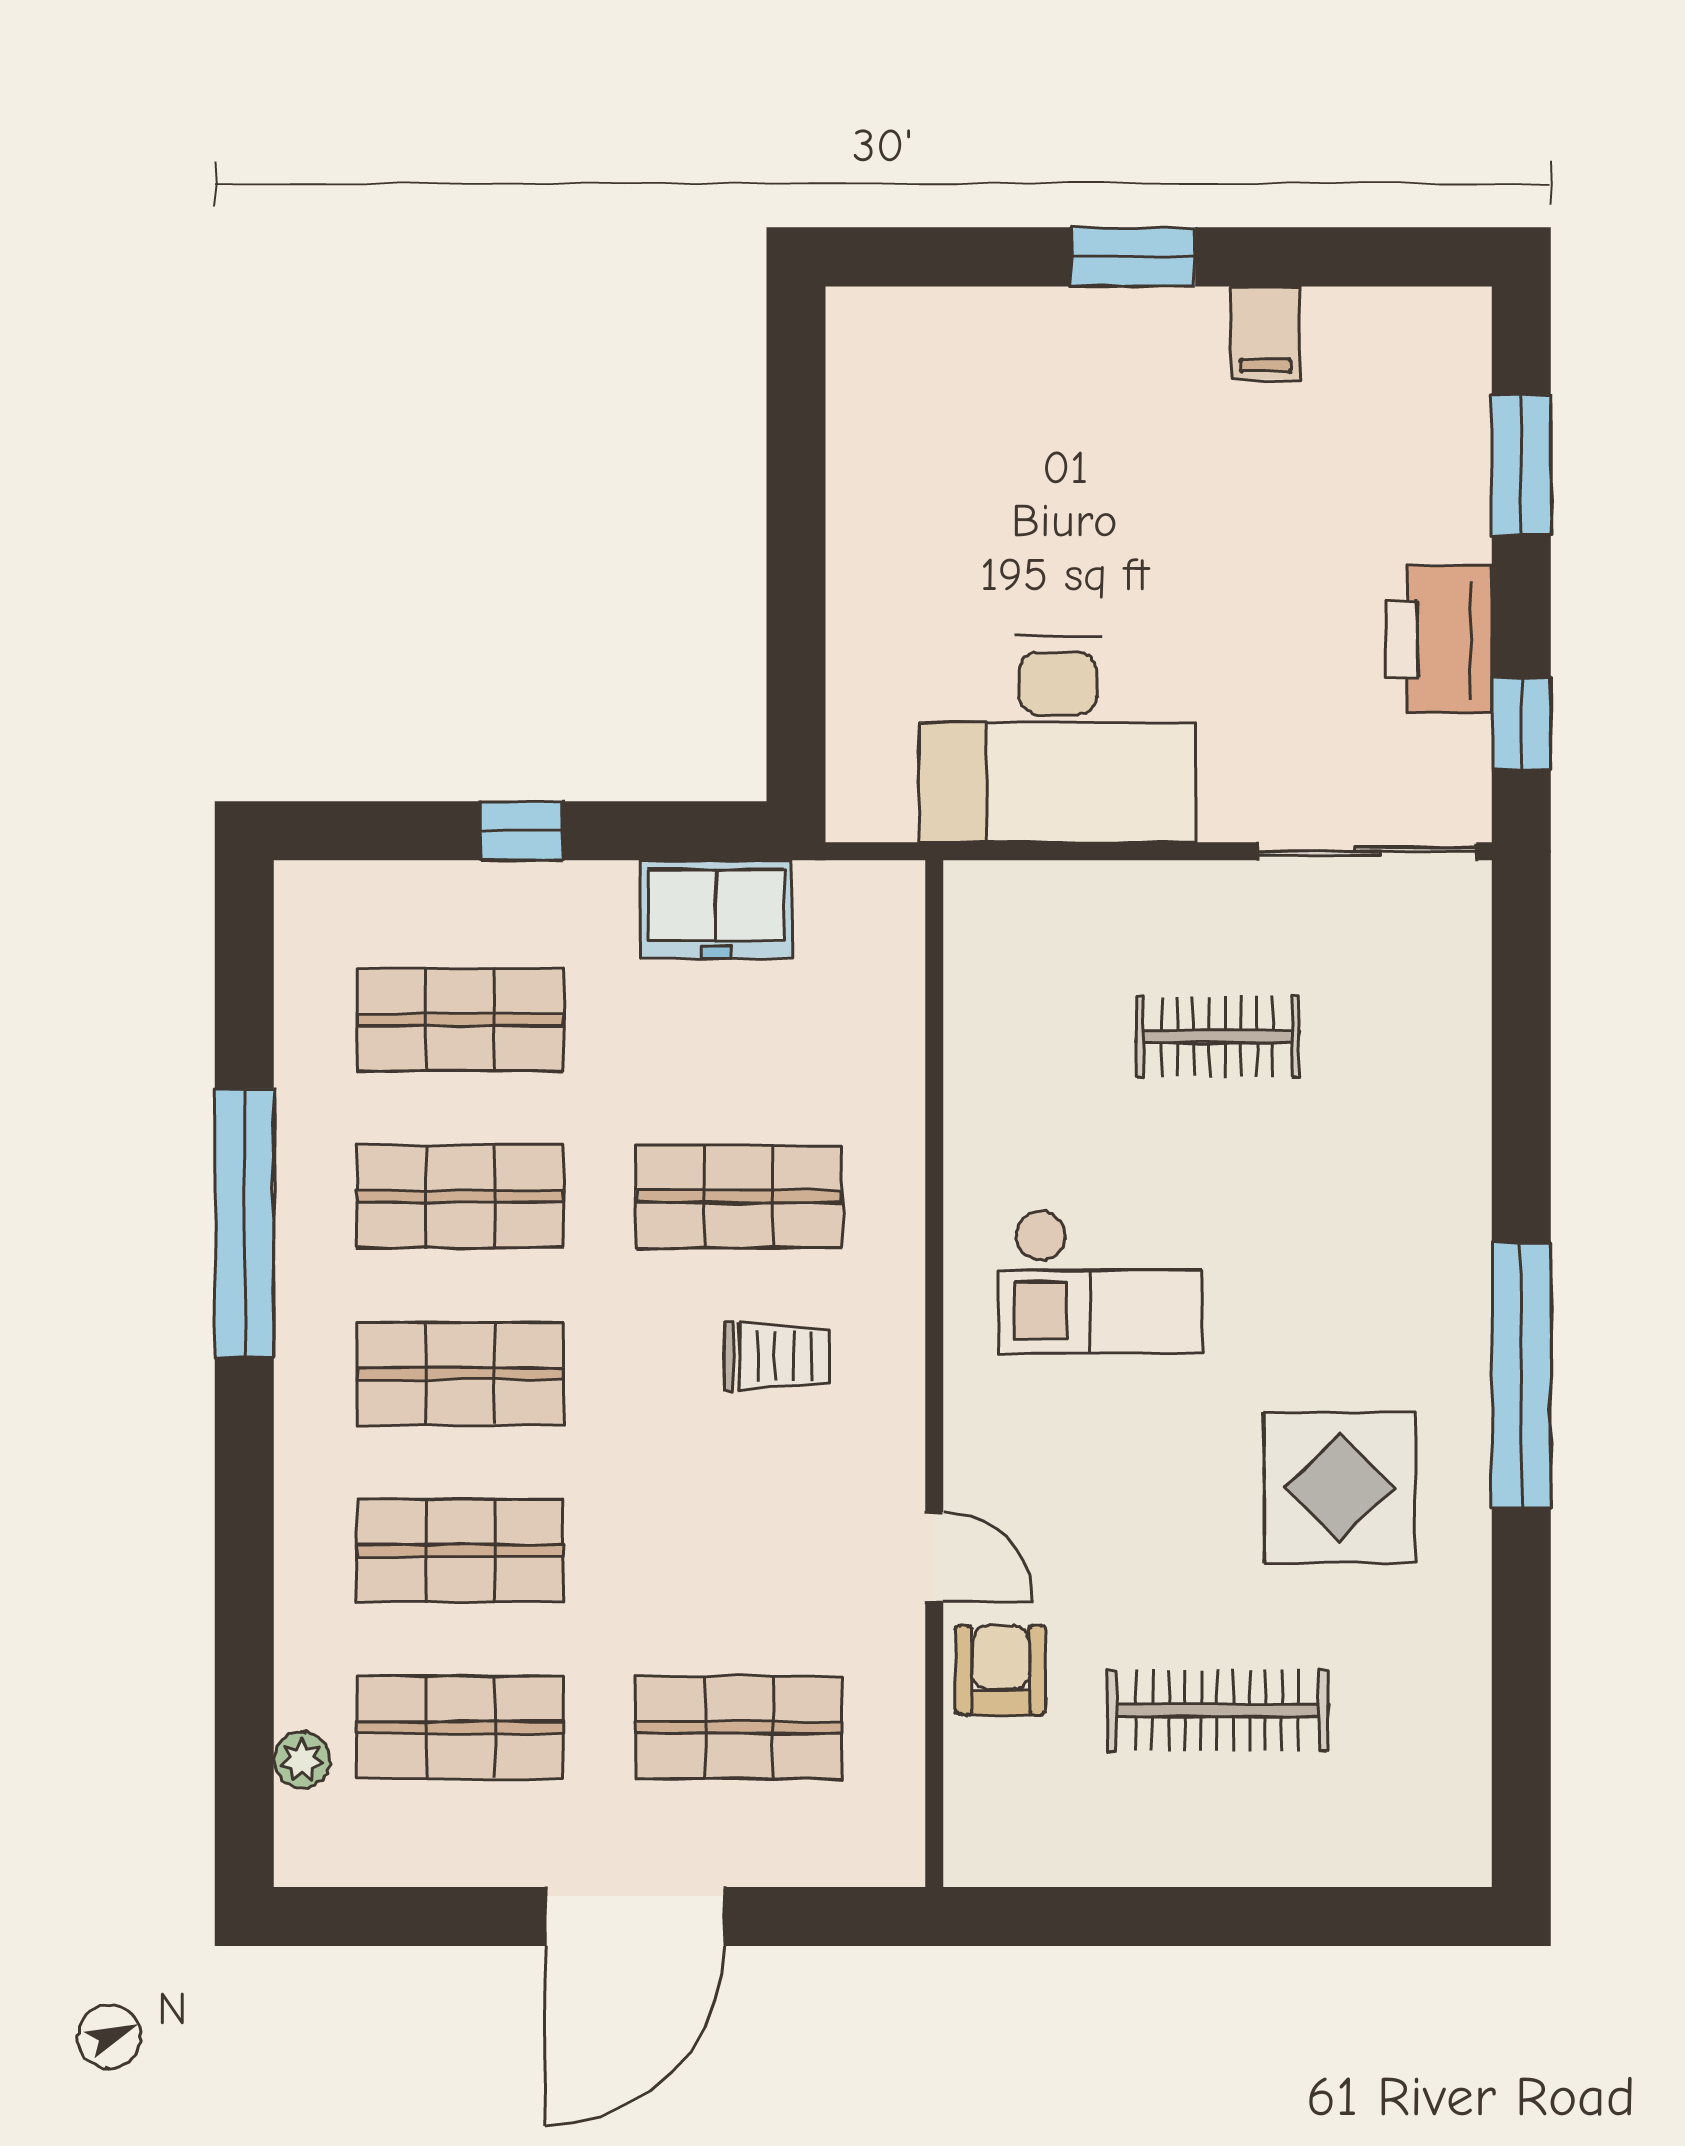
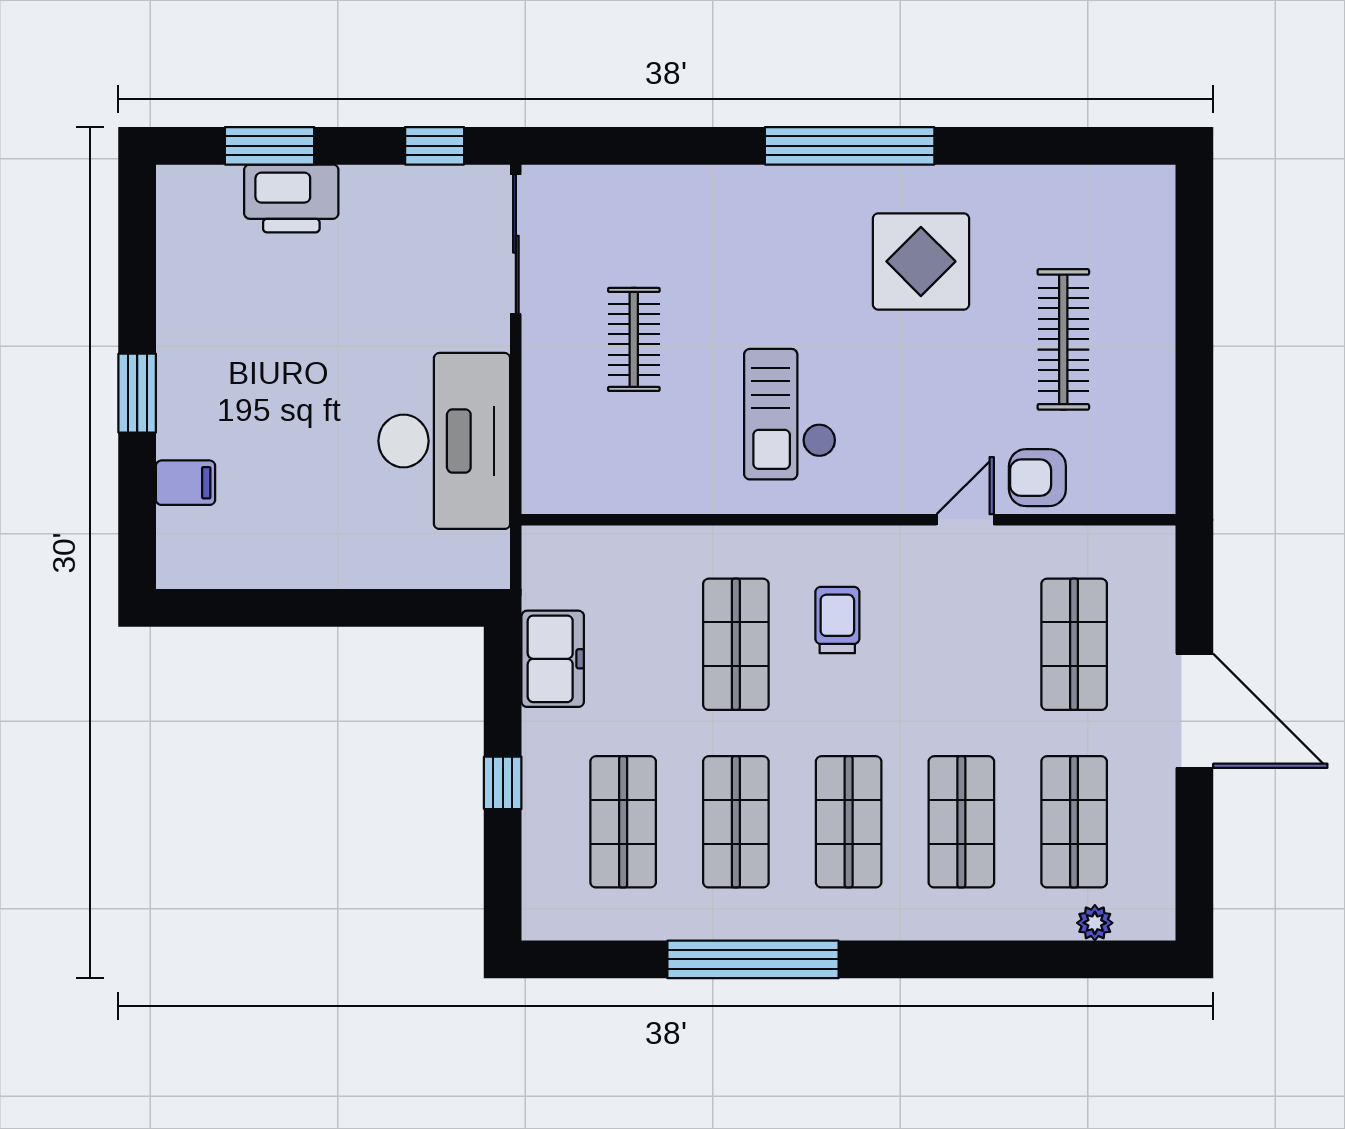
filing cabinet: (1265, 333) -> (186, 483), moved
printer: (1439, 639) -> (291, 198), moved
checkout: (1100, 1282) -> (790, 414), turned 180

